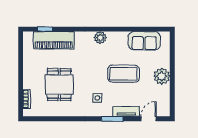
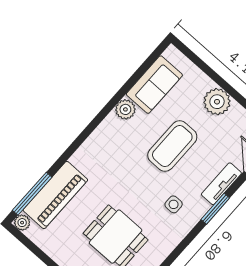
window: (45, 29) -> (32, 194), width x2.17
plant: (28, 36) -> (22, 223), added
plant: (100, 38) -> (125, 109), moved

